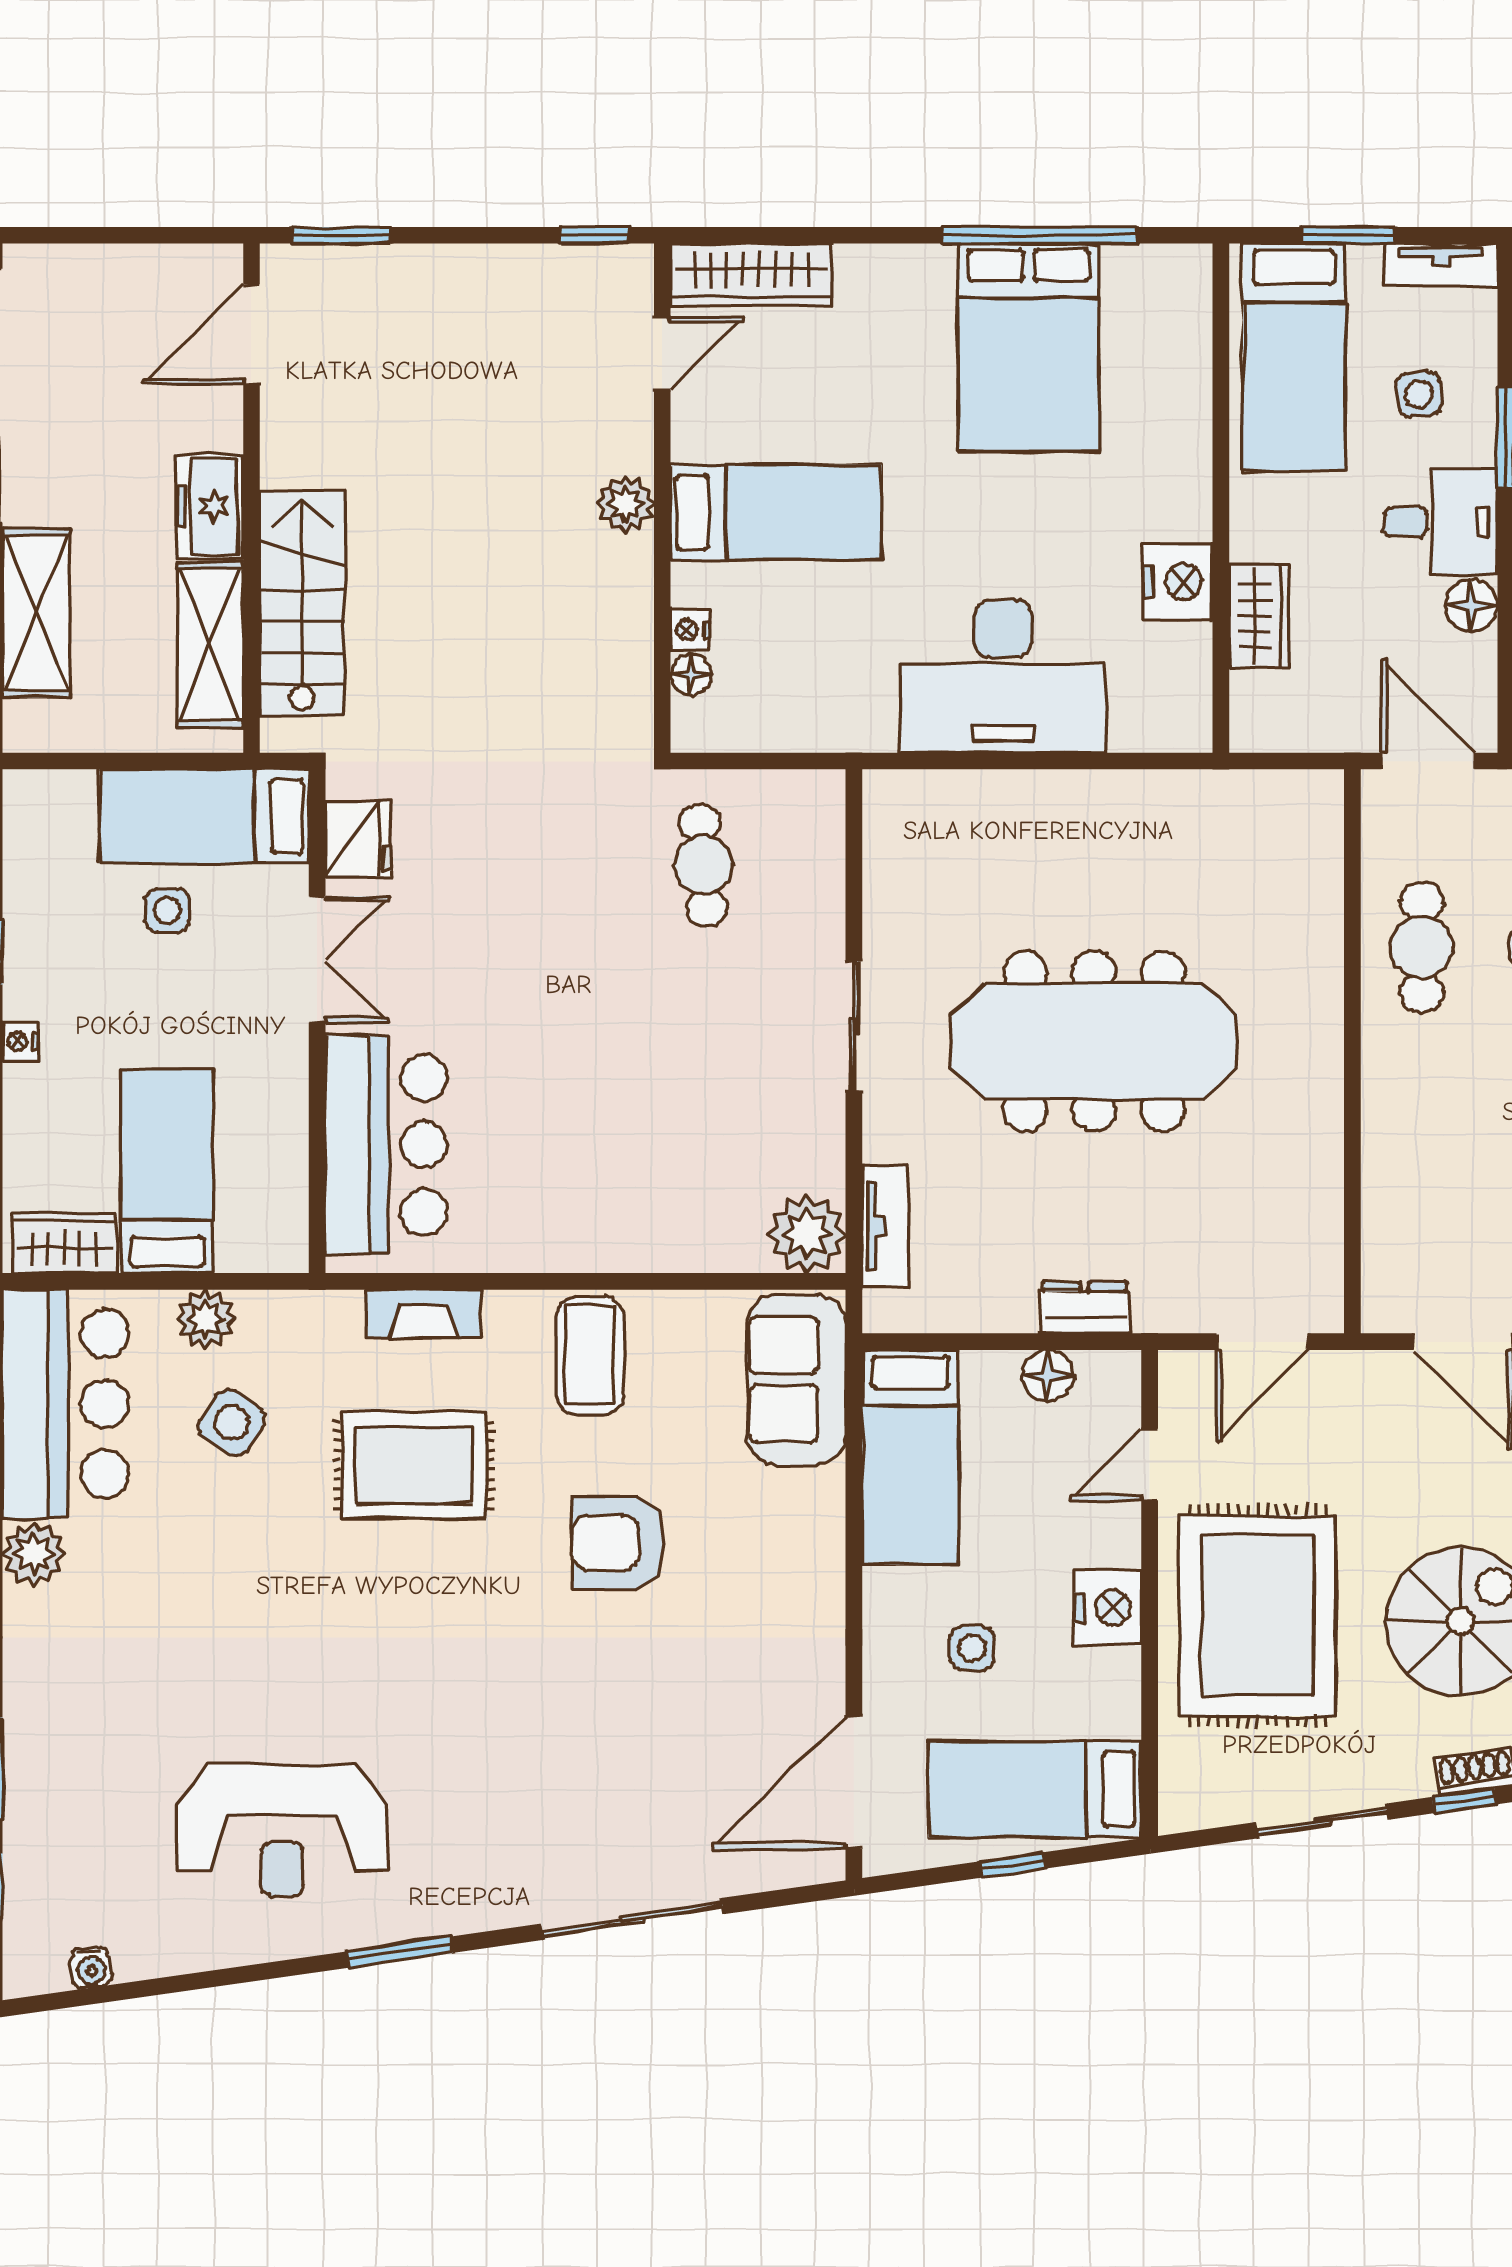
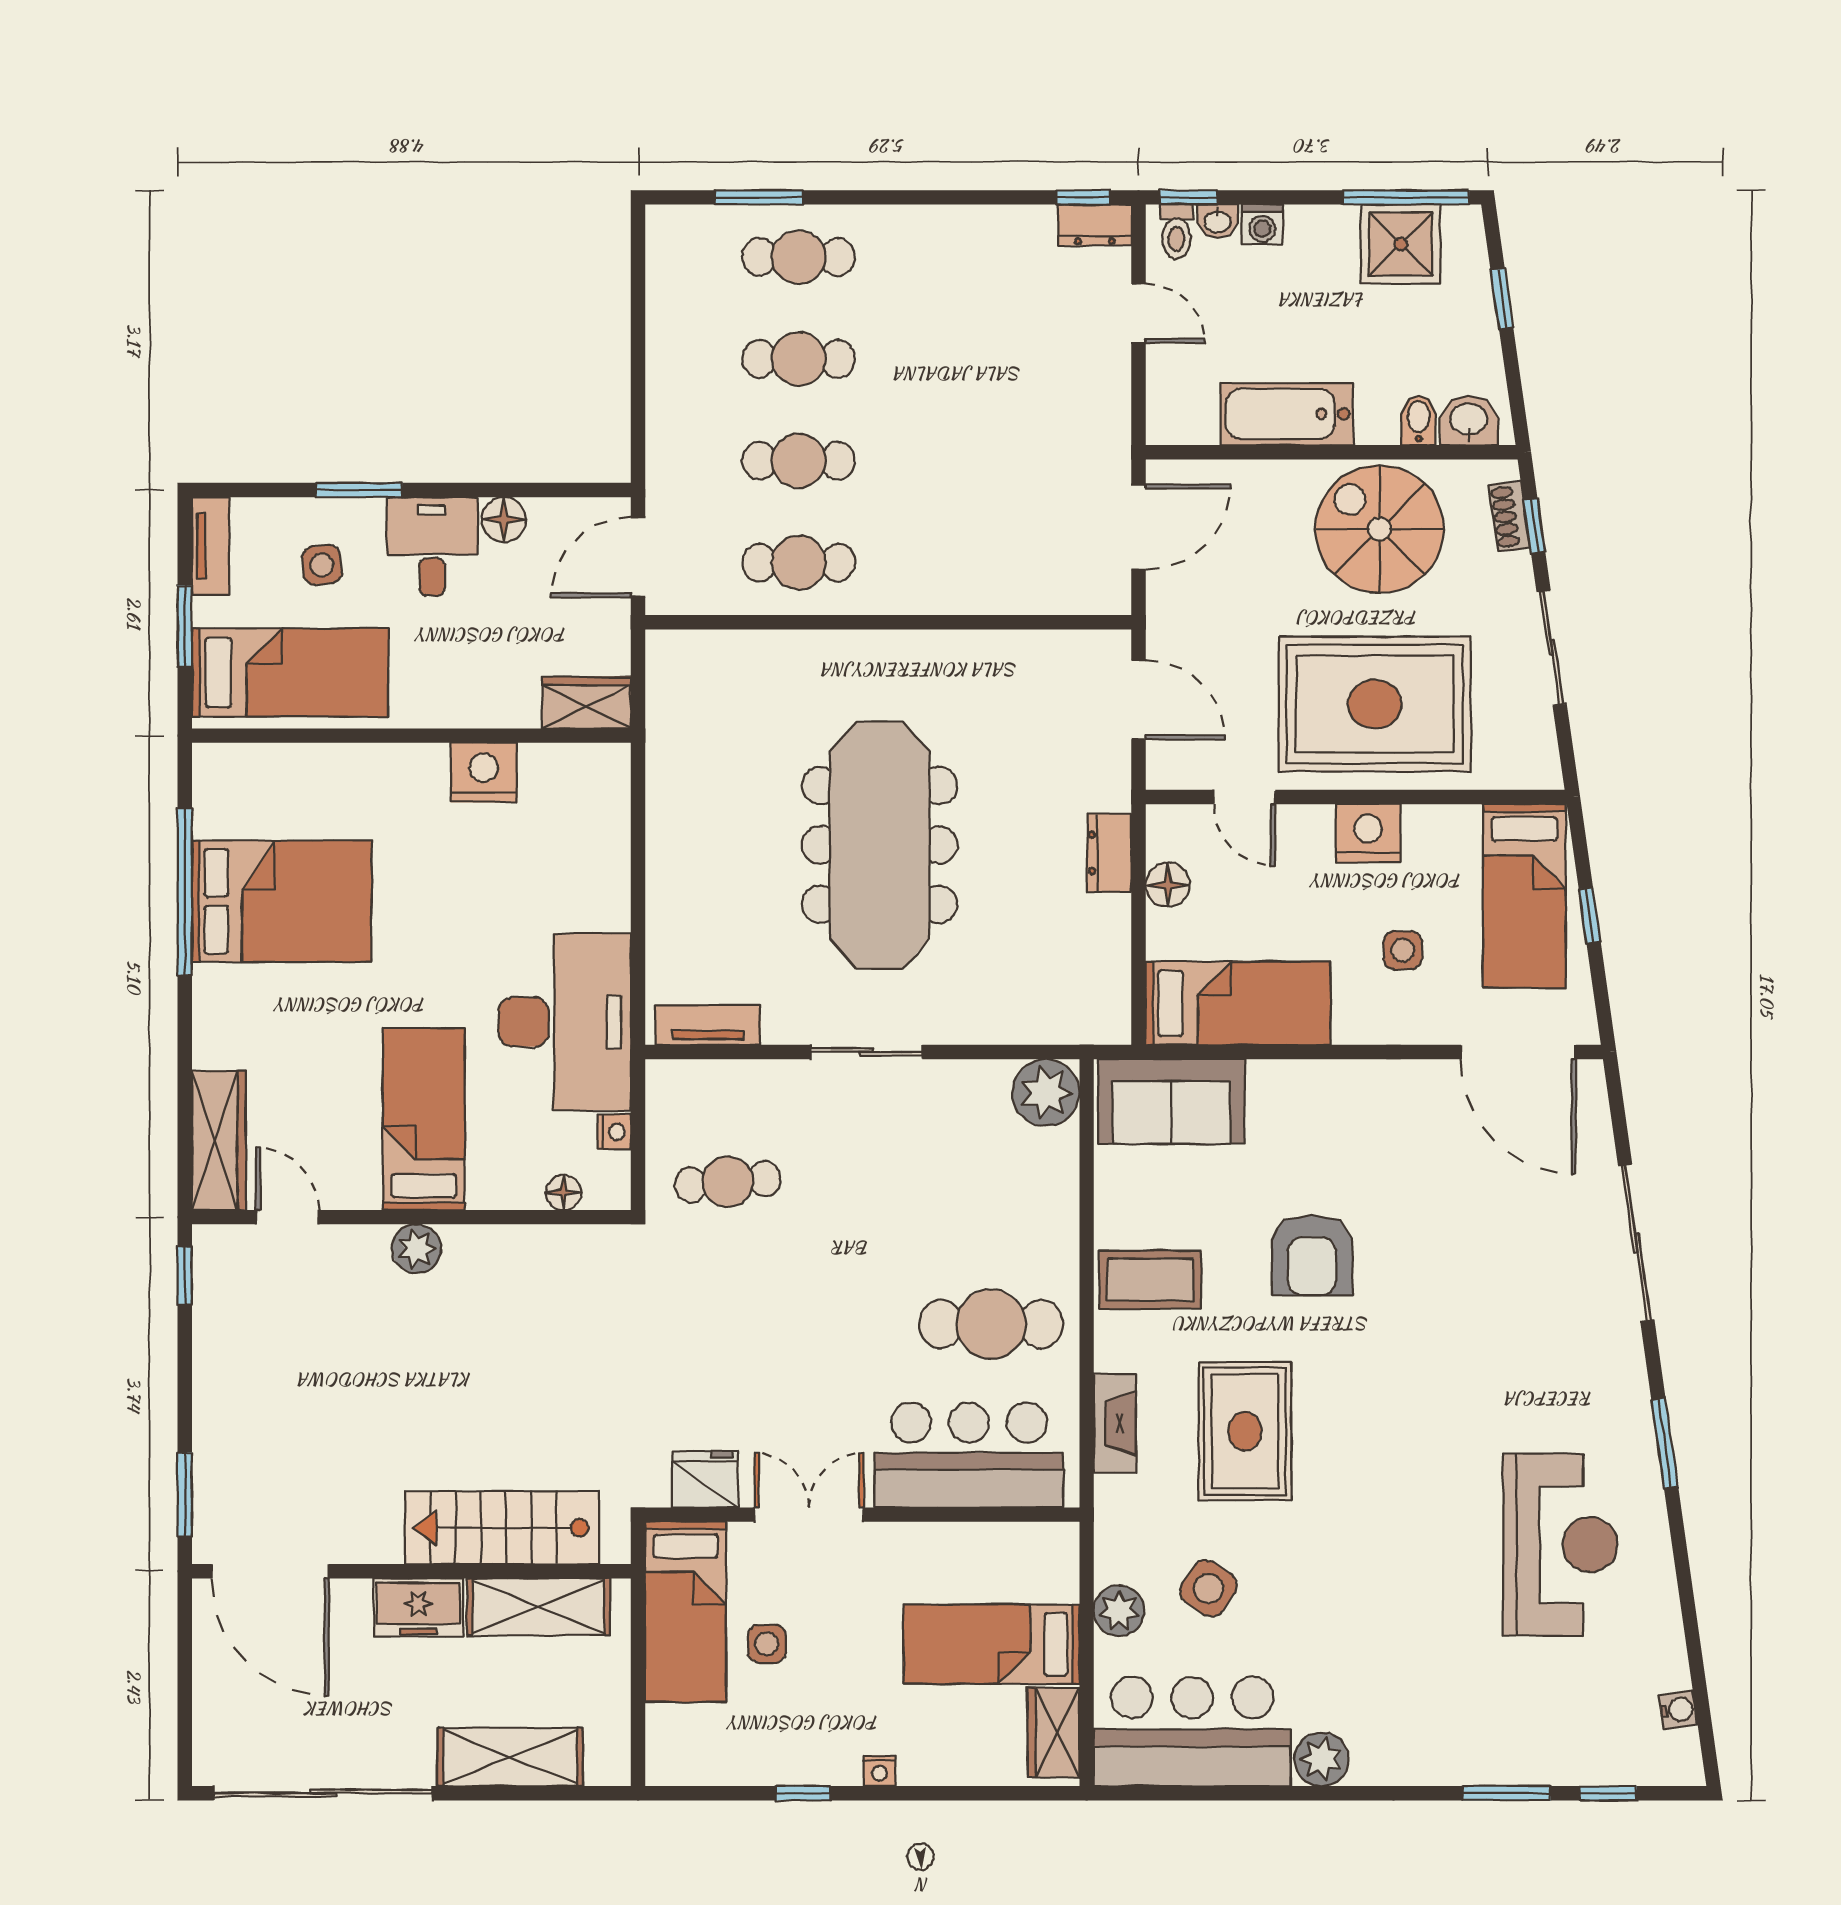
door: (251, 334) -> (270, 1571), width x1.36
wardrobe: (1259, 616) -> (586, 703), moved
nightstand: (690, 629) -> (614, 1132), moved, turned -90
desk: (1003, 676) -> (565, 1022), moved
cafe table: (538, 1170) -> (991, 1324), added
tv unit: (885, 1226) -> (708, 1025), moved

